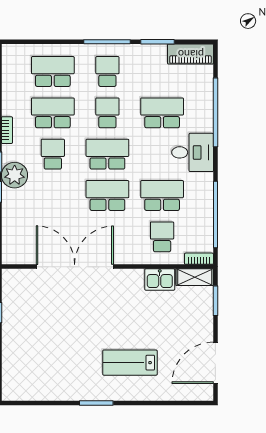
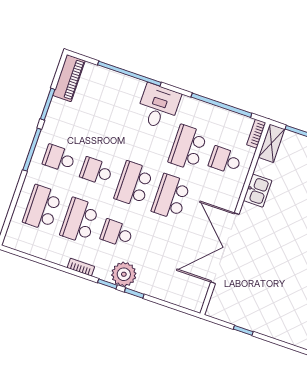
school desk: (162, 113) -> (113, 122), removed
kitchen sink: (160, 280) -> (258, 191), moved

